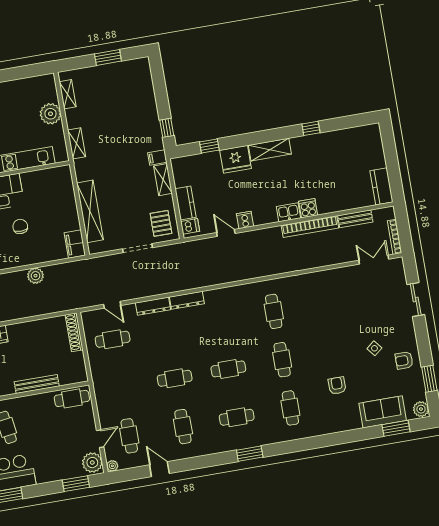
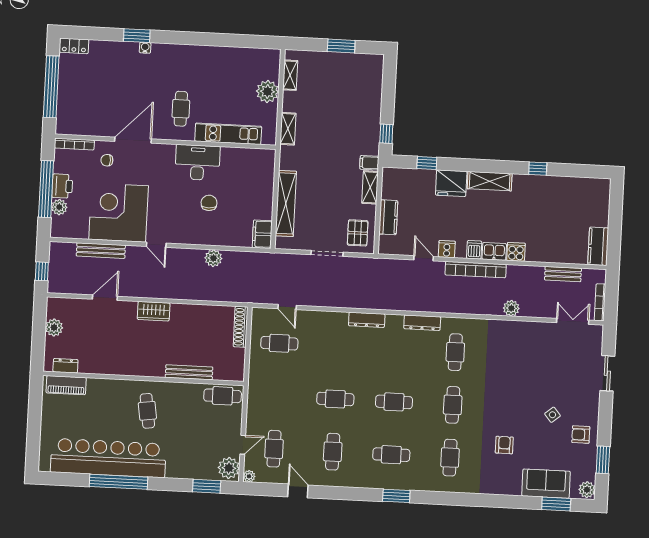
dishwasher: (190, 226) -> (474, 250), moved, turned -90
bookcase: (310, 227) -> (476, 270), moved
plant: (315, 260) -> (511, 308), added
dresser: (153, 306) -> (422, 323), moved

